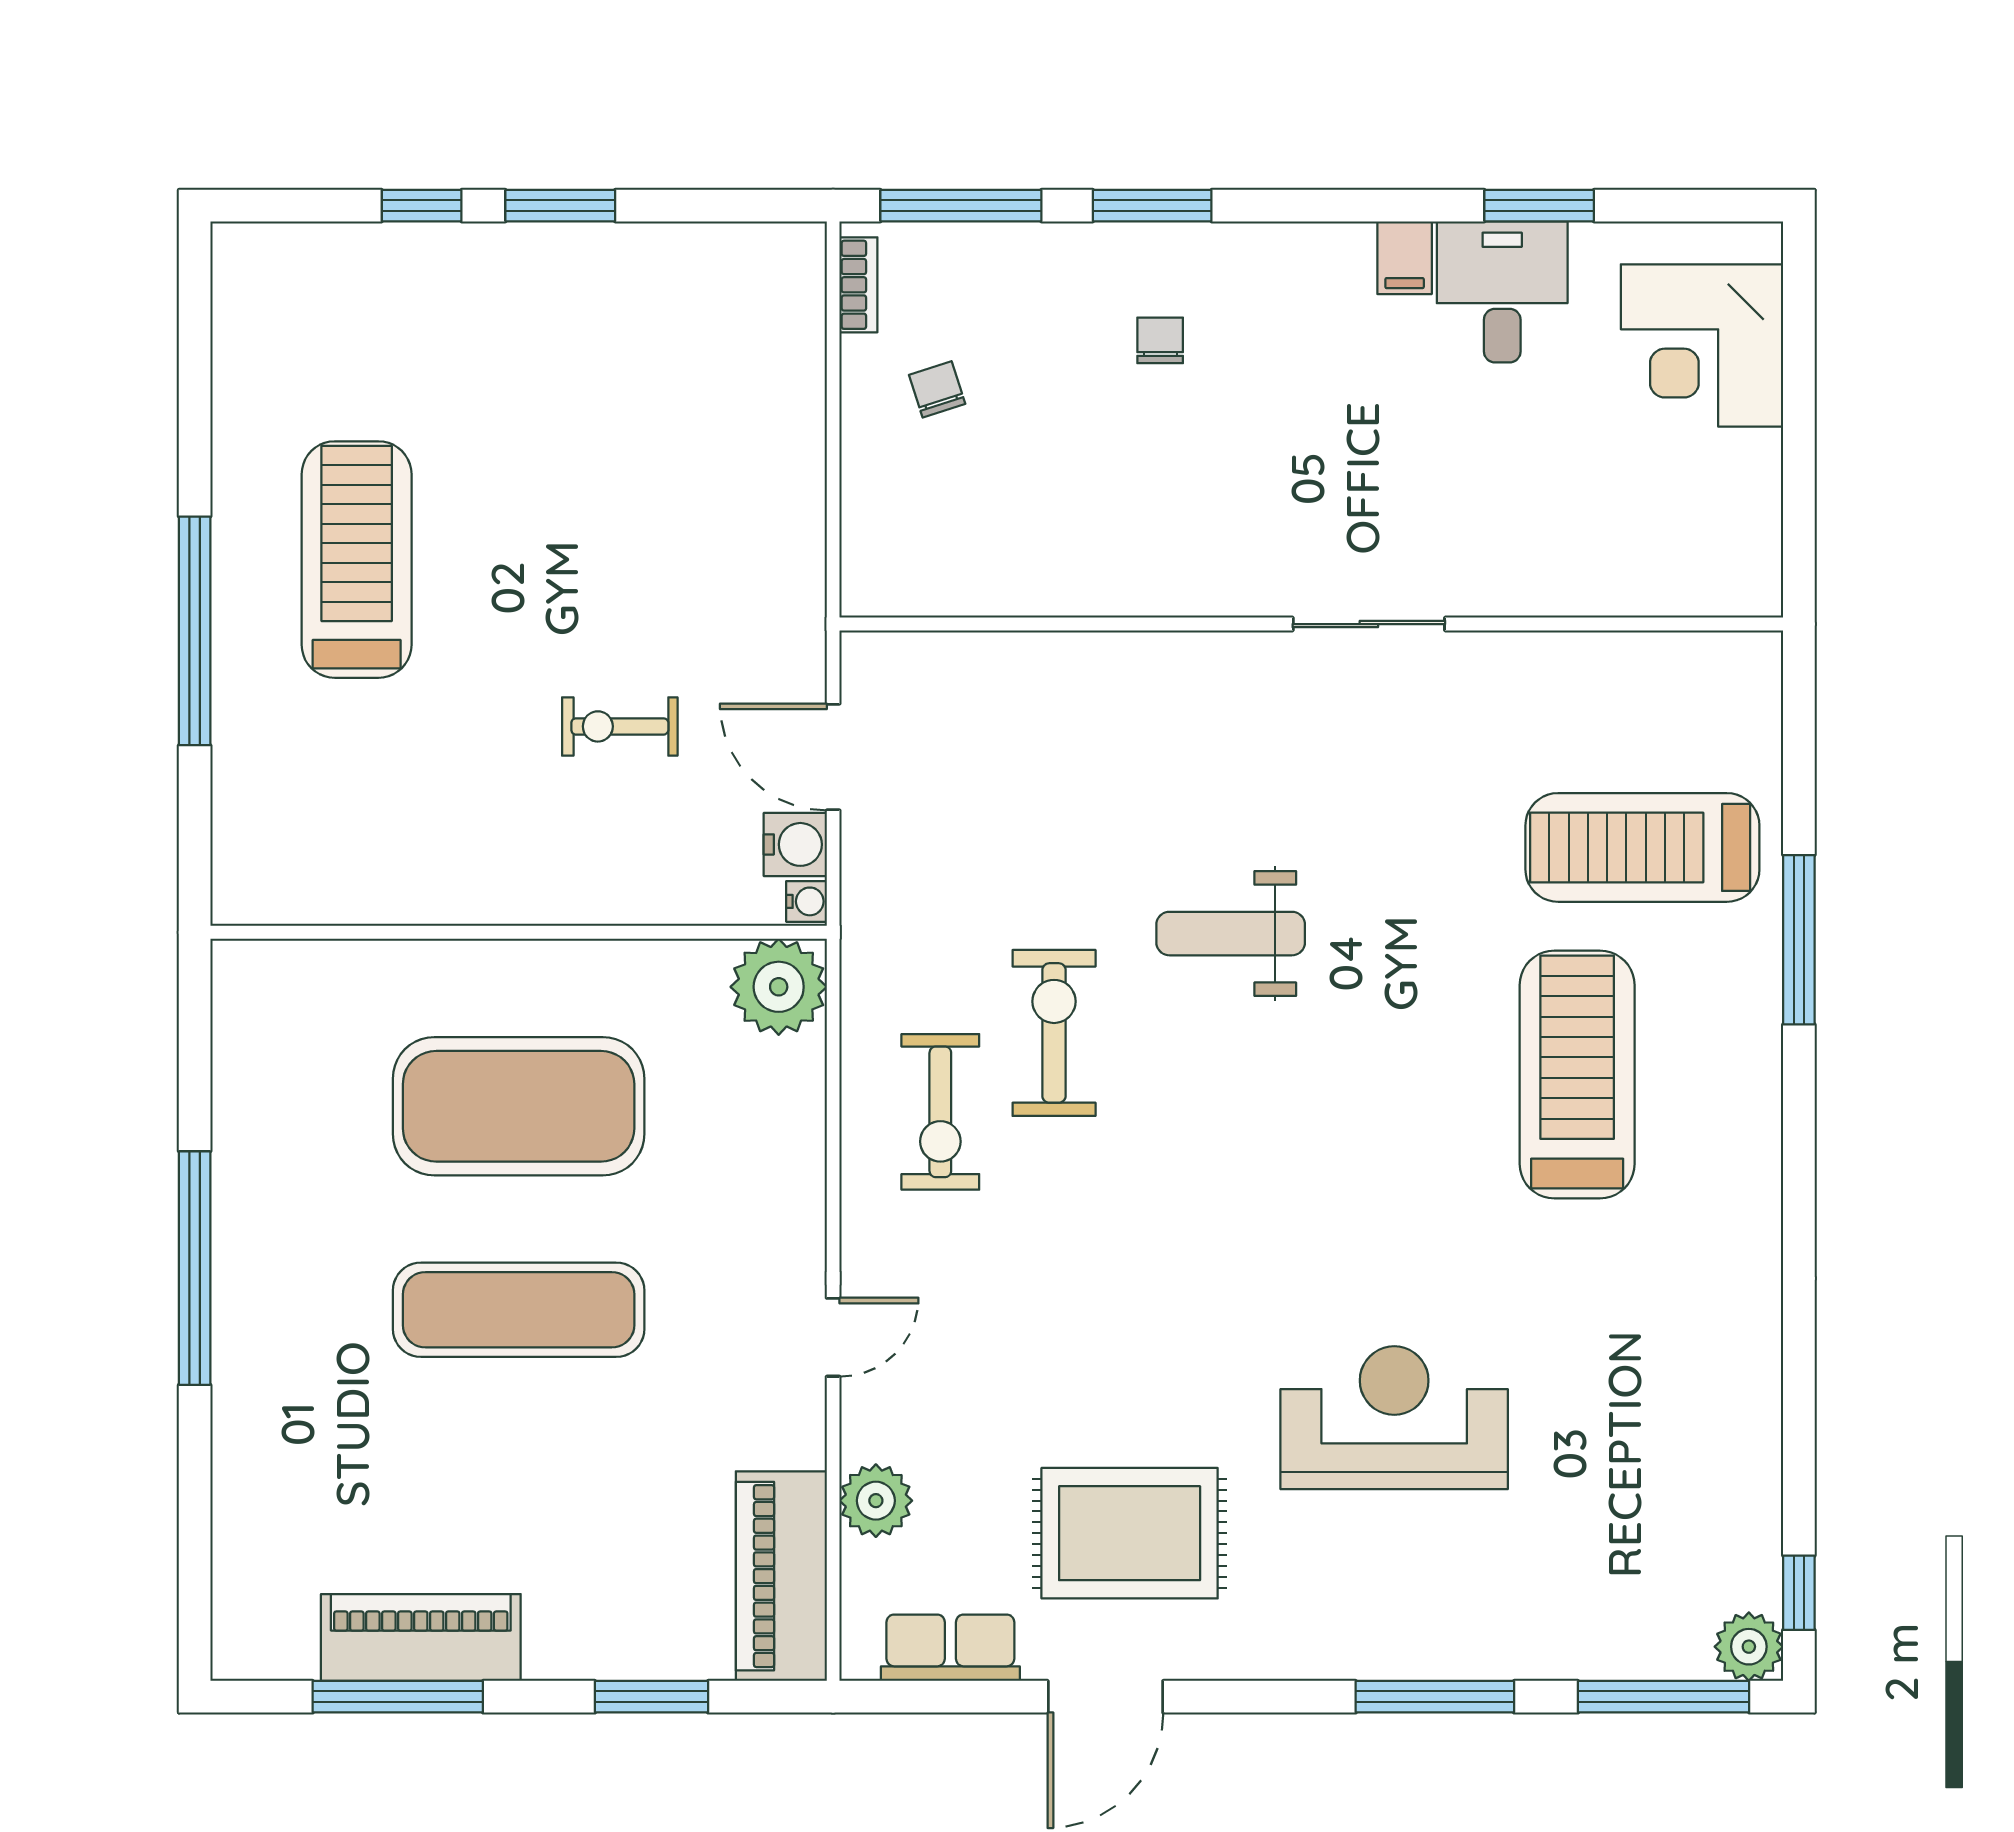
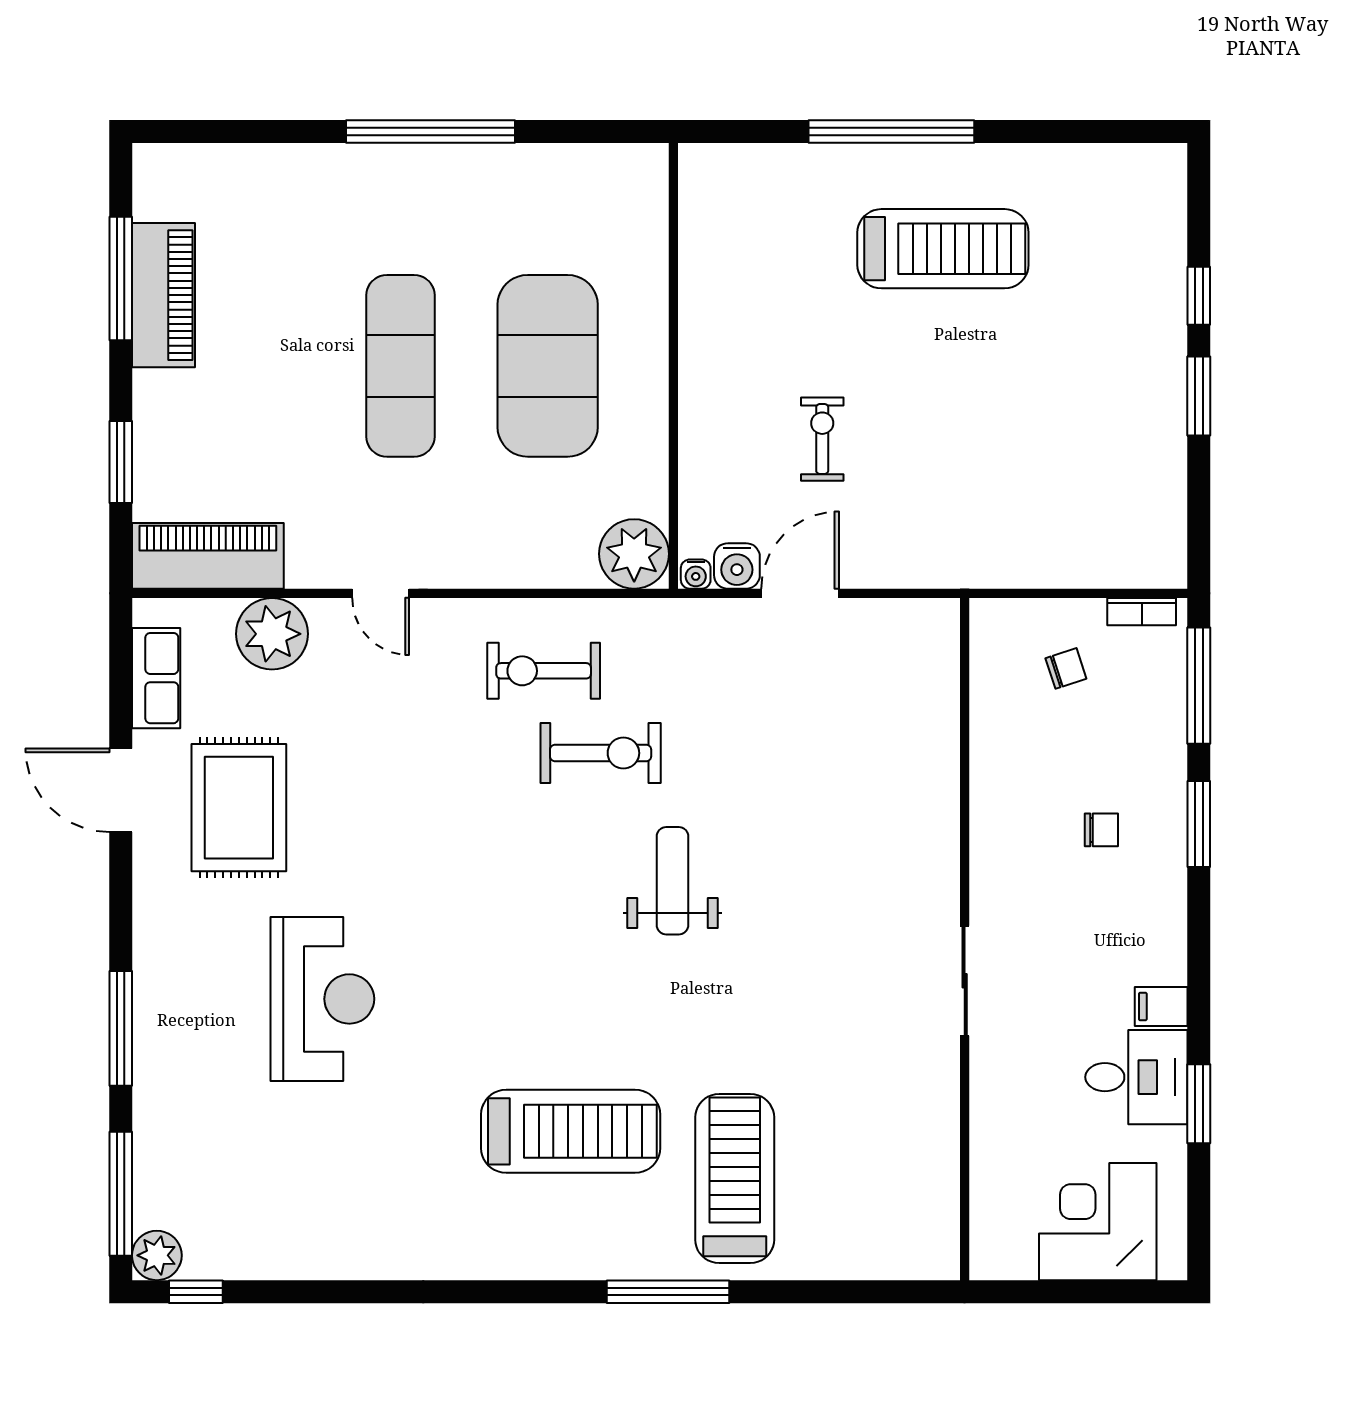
wall: (1311, 624) -> (965, 939), moved
sliding door: (1369, 624) -> (965, 981), moved
plant: (876, 1501) -> (272, 634), width x1.36, depth x1.36

